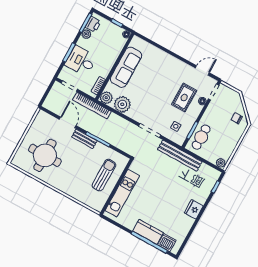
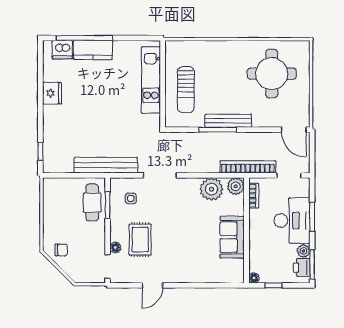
desk: (81, 61) -> (292, 220), width x1.37
sofa: (126, 67) -> (232, 237), width x0.73
door: (202, 70) -> (152, 285), moved
door: (68, 123) -> (294, 130), moved
bench: (84, 139) -> (228, 121), width x1.36
plant: (221, 163) -> (51, 184), removed
fridge: (194, 209) -> (52, 93), moved

